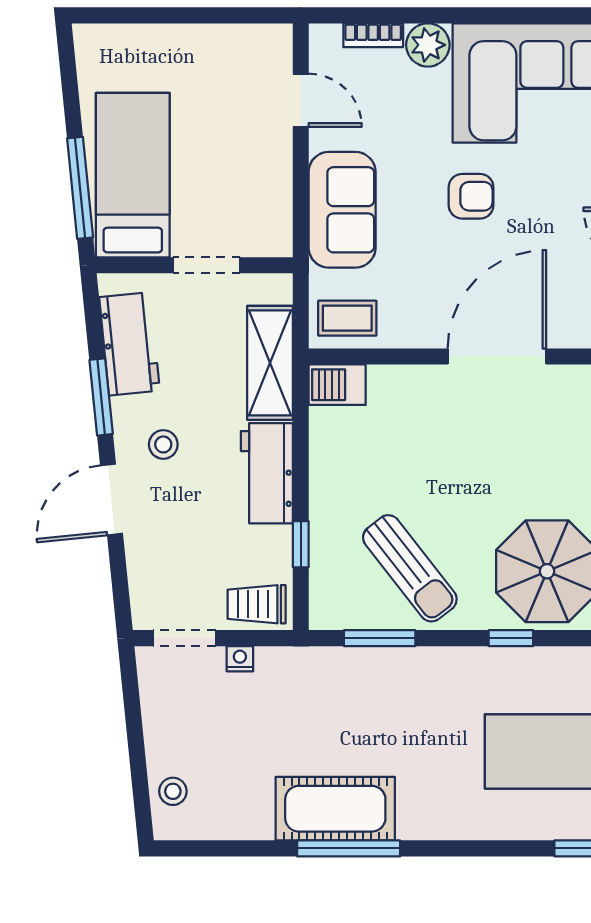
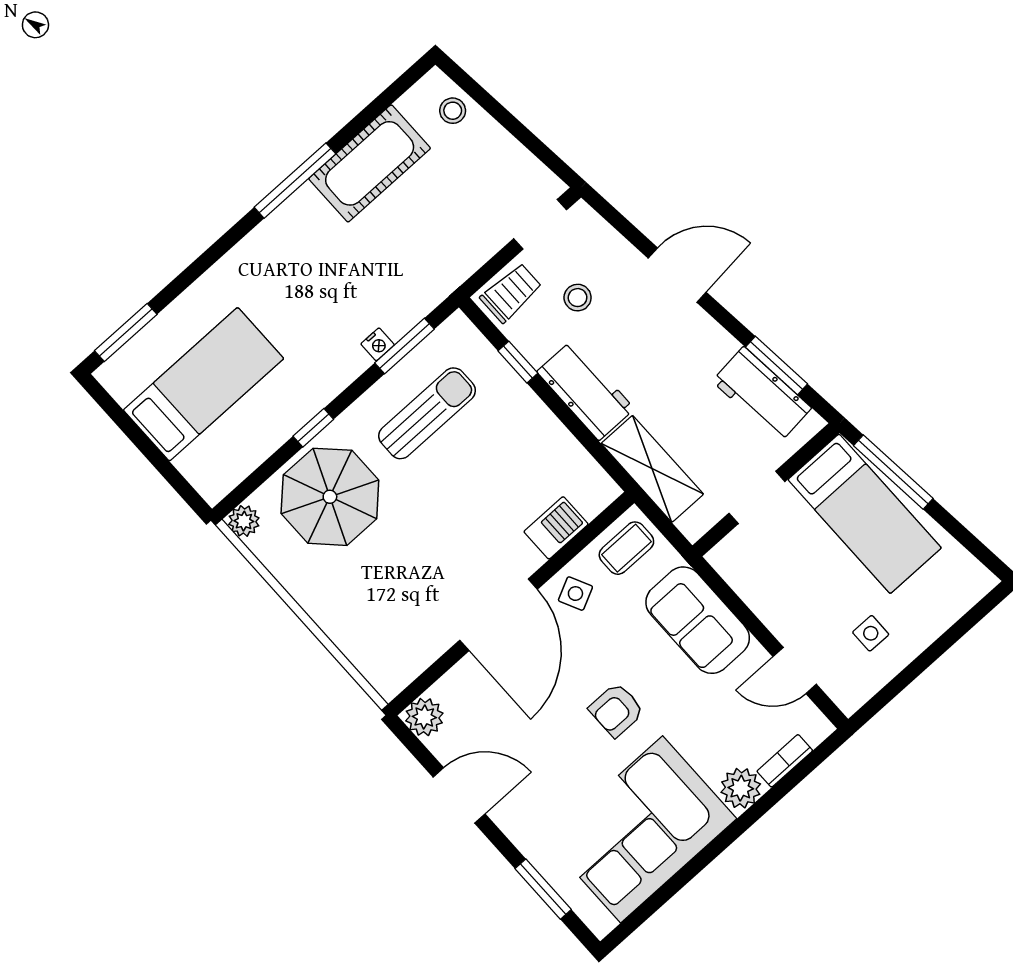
side table: (213, 75) -> (871, 633), added
side table: (420, 318) -> (575, 594), added
barbecue: (337, 385) -> (556, 528), moved
window: (101, 397) -> (776, 366), moved
stool: (163, 444) -> (578, 298), moved
door: (111, 500) -> (677, 275), hinge flipped
sun lounger: (410, 568) -> (427, 413), turned 128
nightstand: (240, 659) -> (378, 344), moved
cot: (335, 809) -> (370, 163), moved

